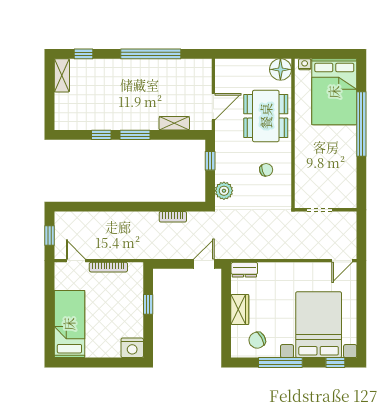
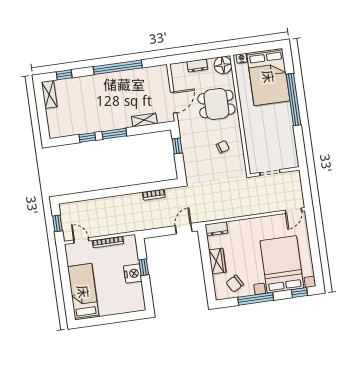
dresser: (249, 65) -> (197, 65), added
dining table: (266, 116) -> (216, 104), width x0.73
plant: (224, 191) -> (191, 168), removed
nightstand: (132, 348) -> (133, 274), moved, turned -90

